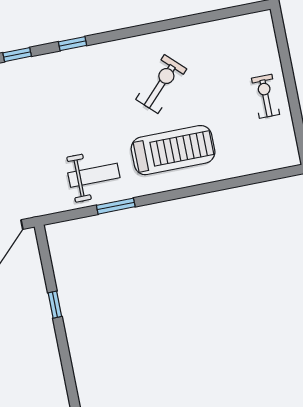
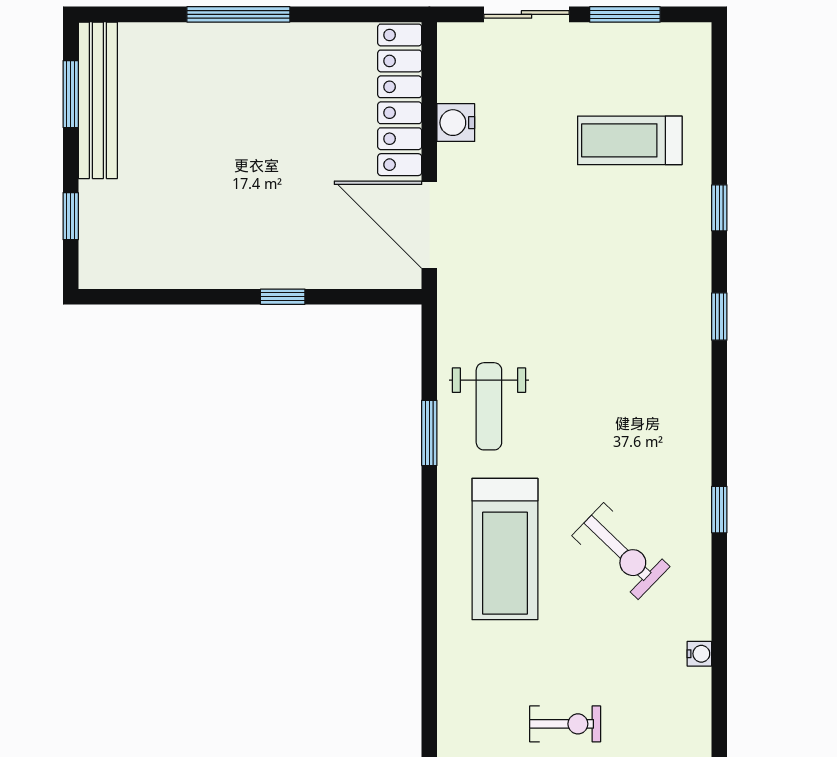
water cooler: (211, 28) -> (699, 654), added
window: (73, 44) -> (719, 510), moved

